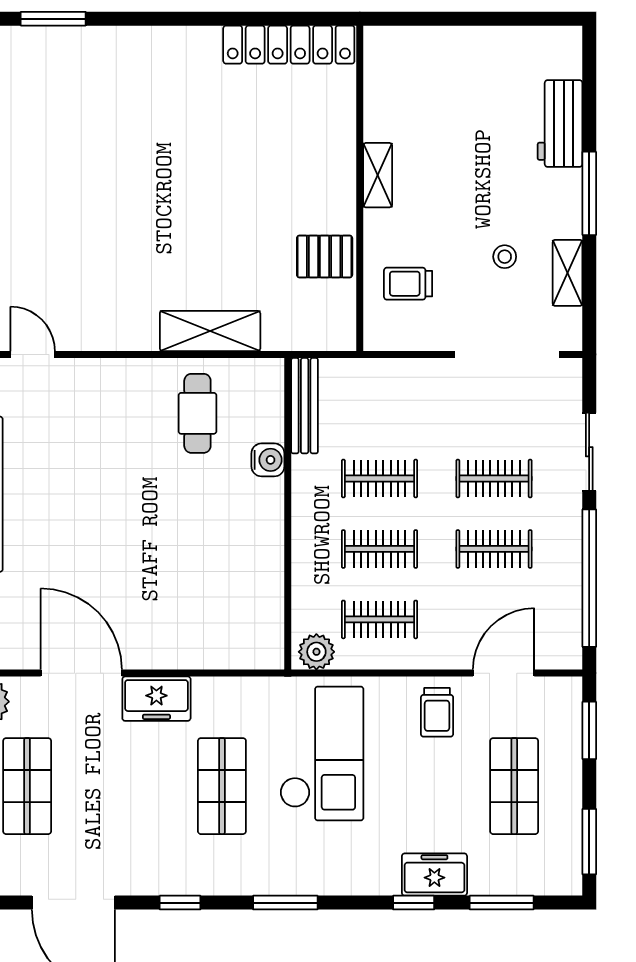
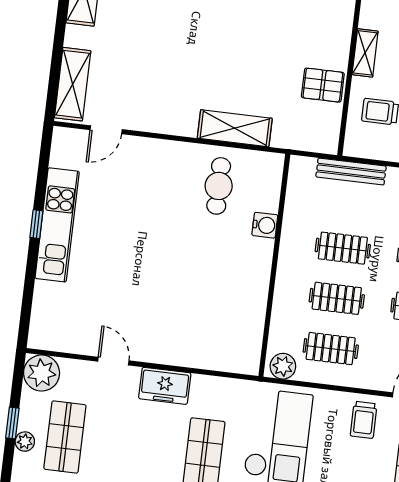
shelving: (378, 175) -> (365, 53), moved
door: (33, 354) -> (106, 130), swing flipped
bench: (305, 406) -> (351, 171), moved, turned 90
door: (81, 673) -> (113, 361), width x0.53

